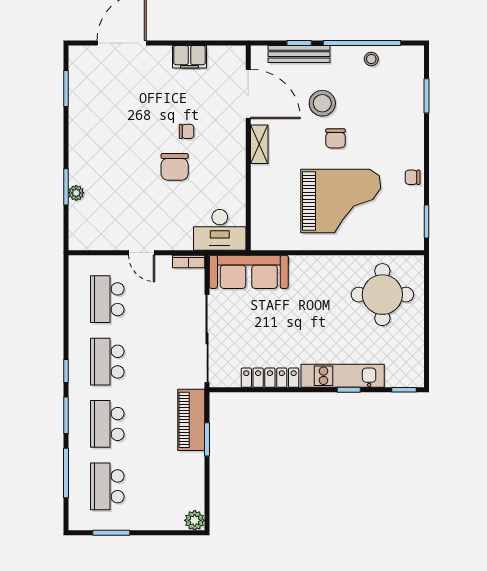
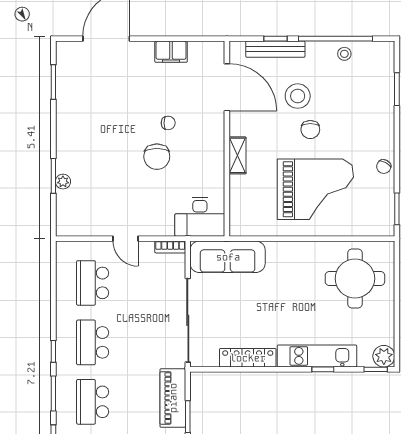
shelving: (259, 144) -> (238, 155), moved
chair: (413, 177) -> (384, 167), turned -63
plant: (413, 376) -> (384, 356), added

